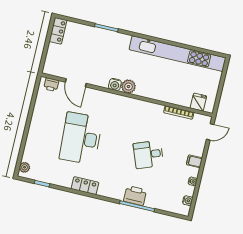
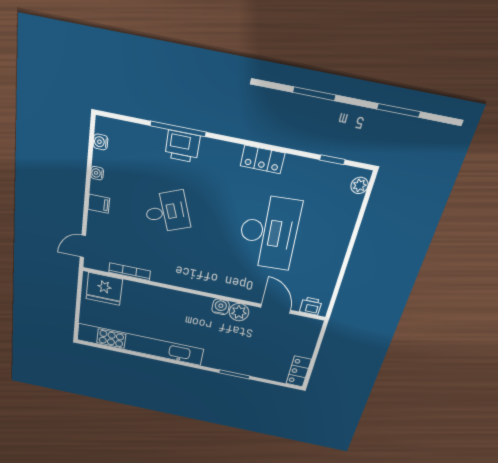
plant: (128, 87) -> (239, 312), moved
fridge: (198, 102) -> (104, 289), width x1.88, depth x1.34

